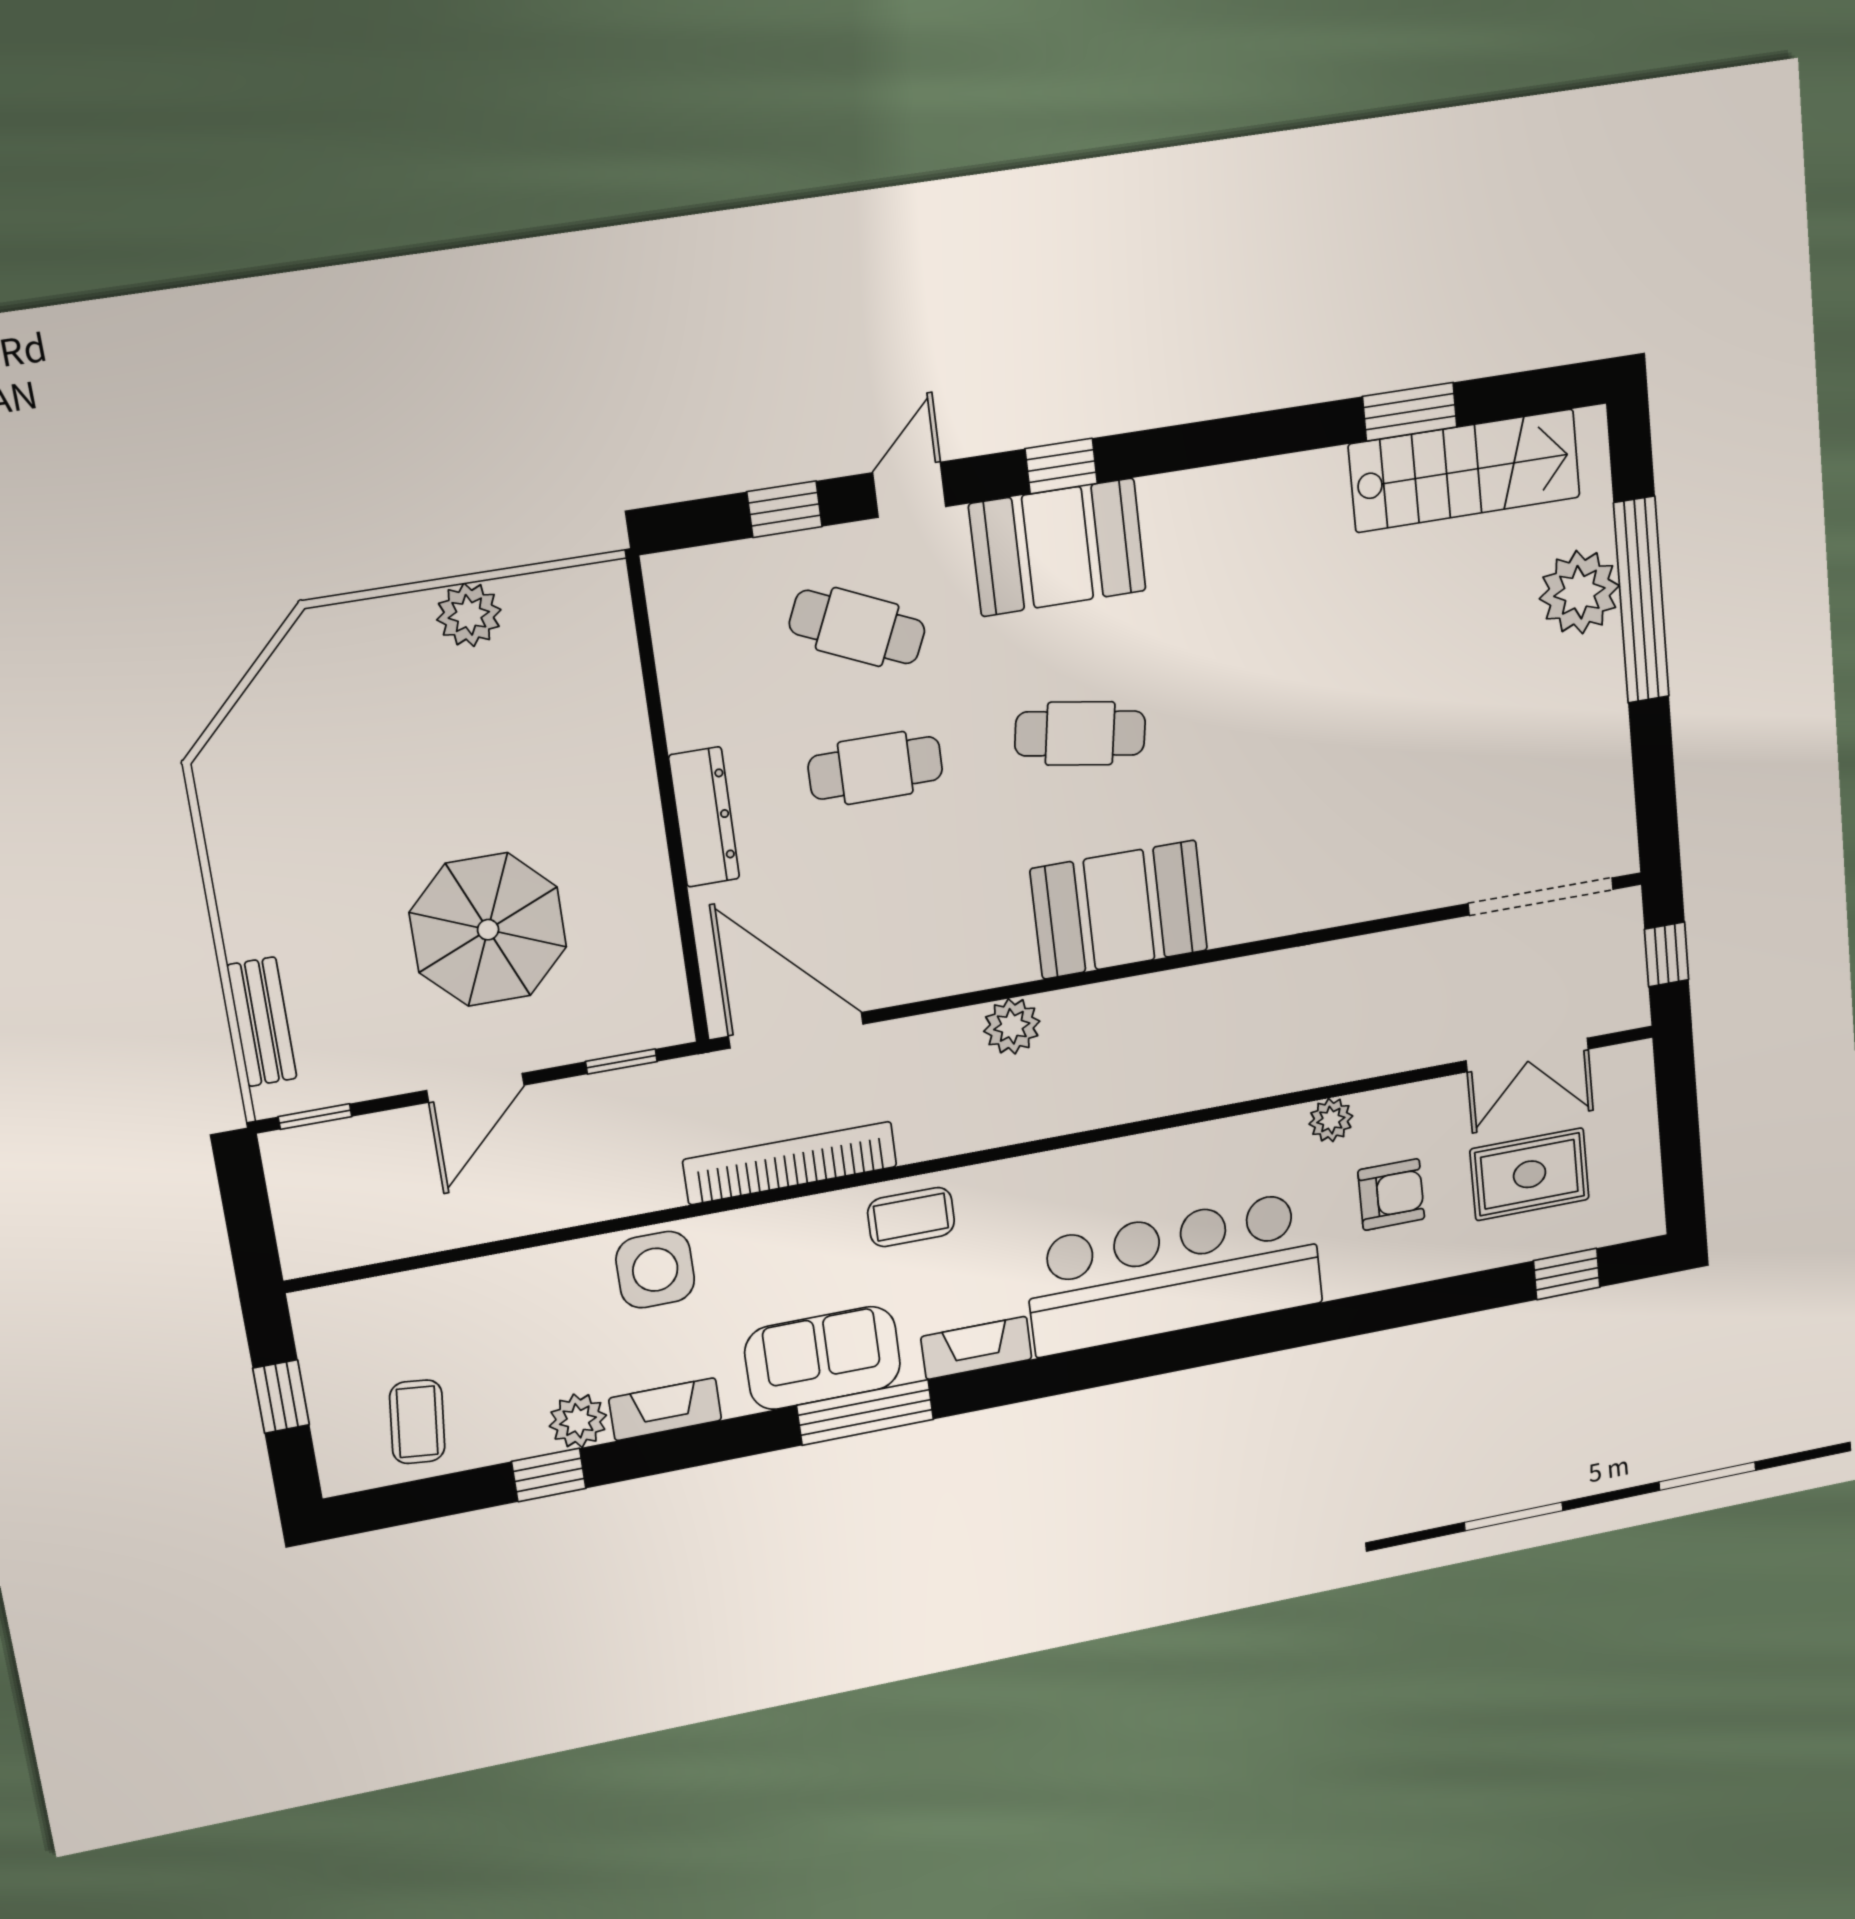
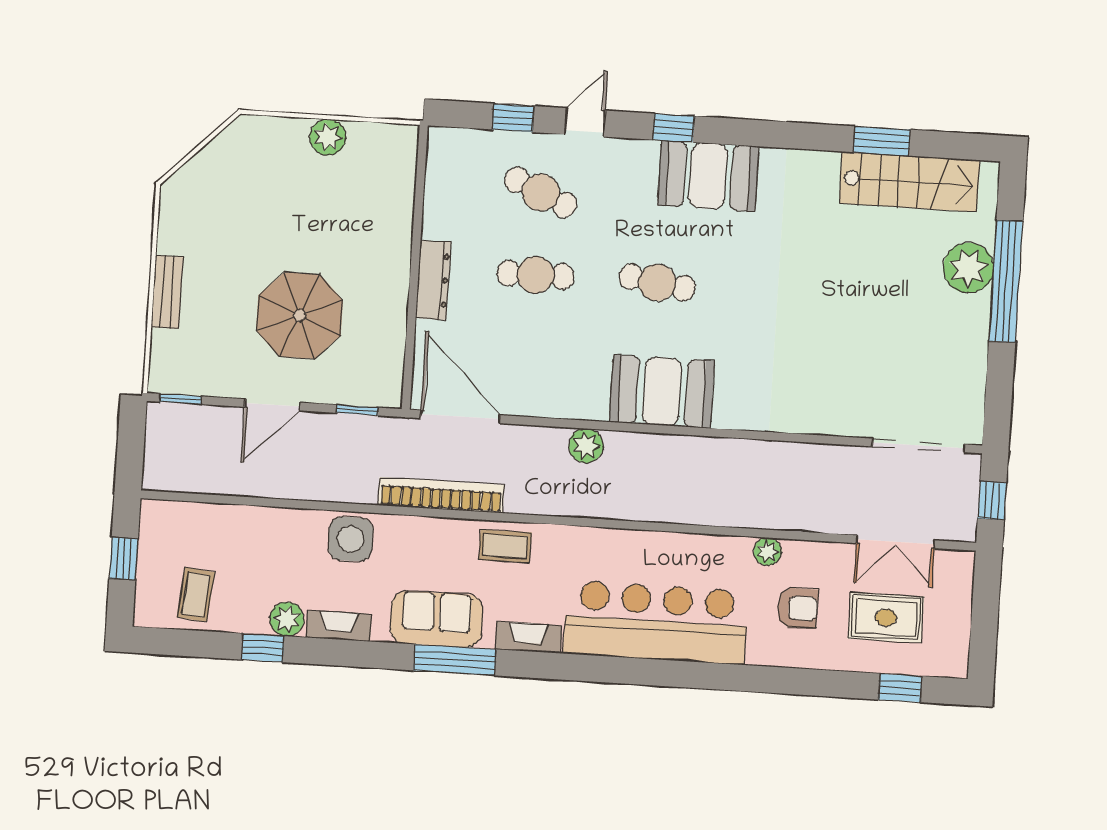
booth: (1058, 547) -> (708, 176), moved
bench: (262, 1022) -> (167, 292), moved

